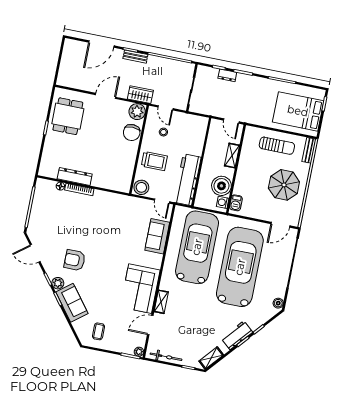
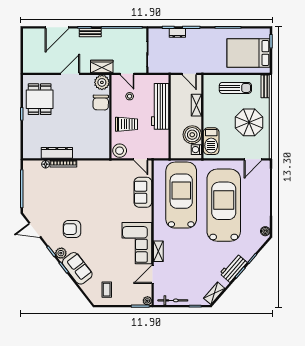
workbench: (187, 180) -> (160, 106), moved
barbecue: (236, 203) -> (211, 141), width x1.88, depth x1.53

